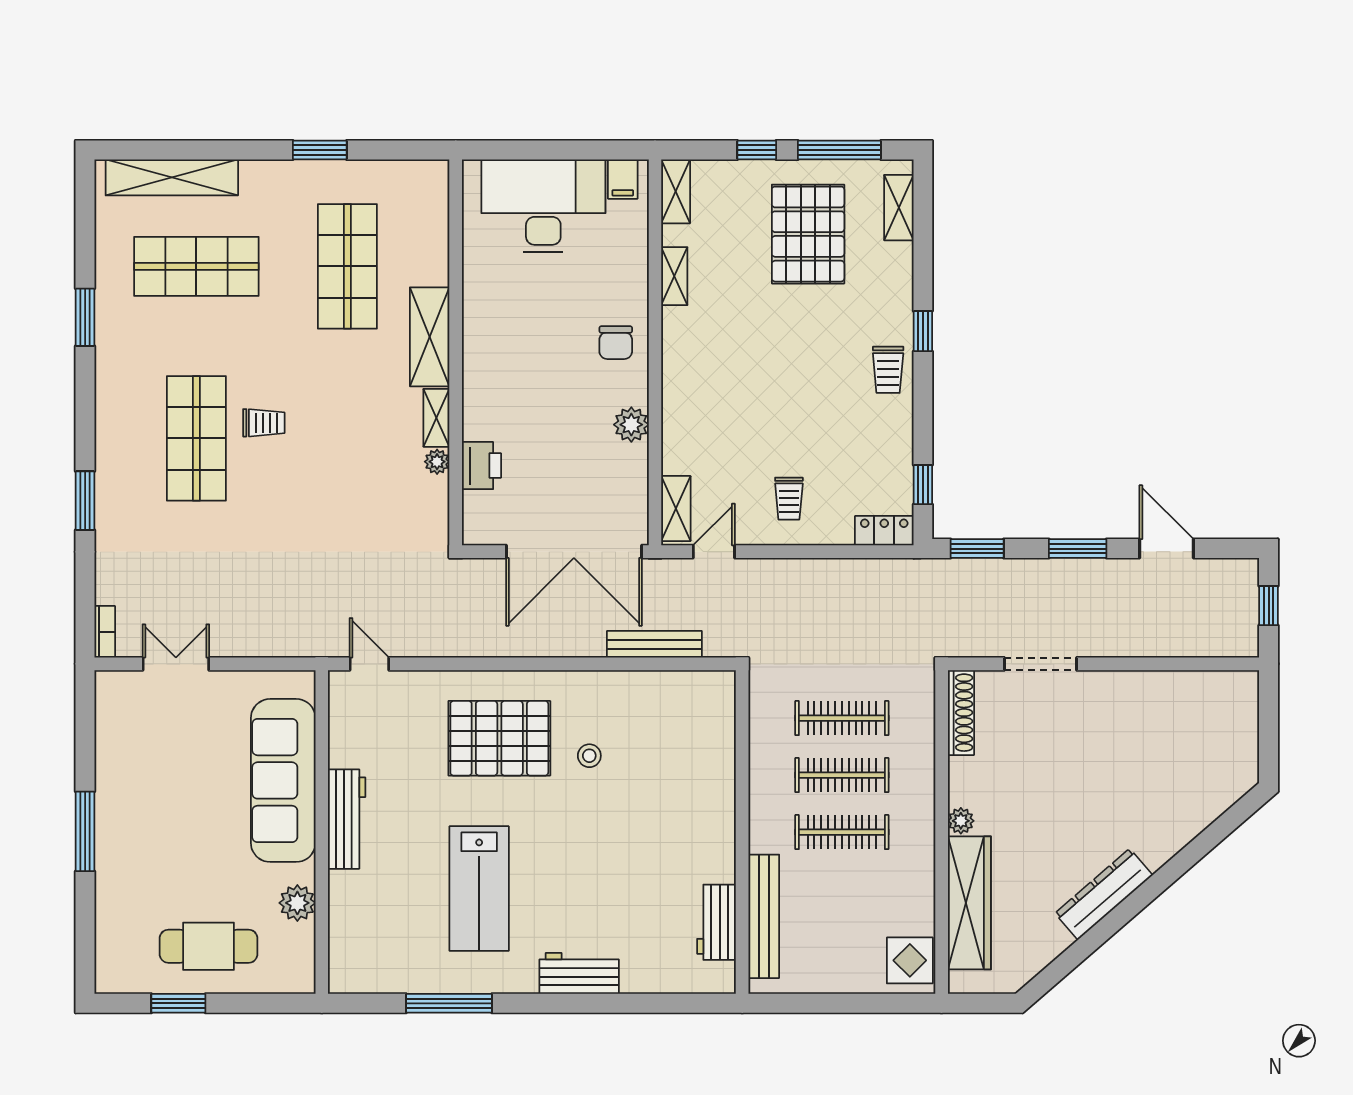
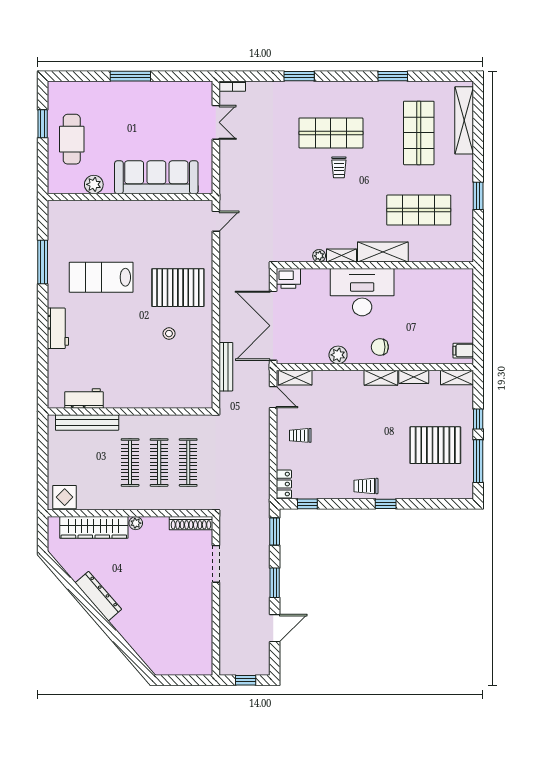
desk: (543, 206) -> (362, 292), moved, turned -90
shelving: (899, 208) -> (381, 378), moved
printer: (481, 466) -> (288, 278), moved
pallet: (499, 738) -> (178, 288), turned 90
workbench: (347, 819) -> (137, 210), removed

